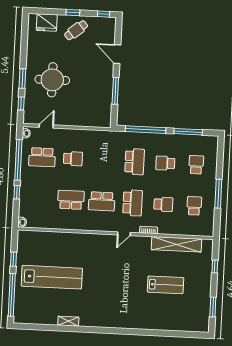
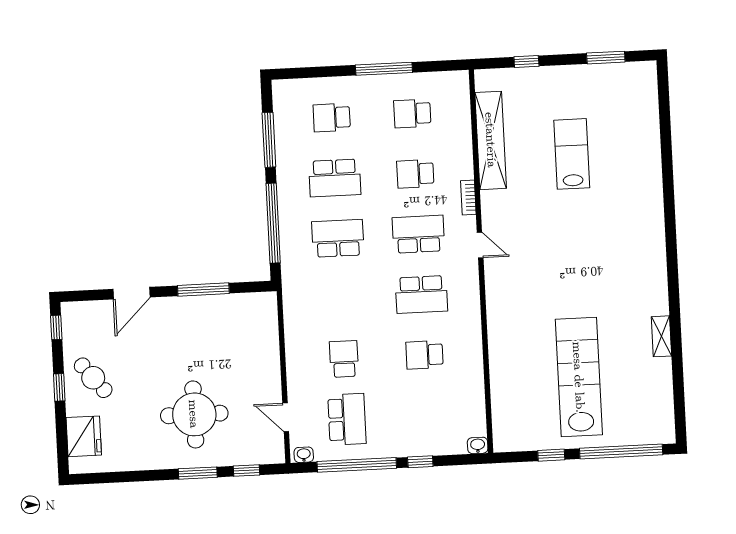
school desk: (165, 163) -> (335, 178), width x1.85
school desk: (71, 200) -> (424, 355), width x0.54
school desk: (102, 201) -> (421, 295), turned 90
school desk: (163, 204) -> (415, 174), turned -90

